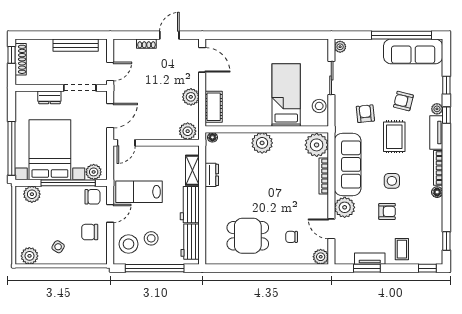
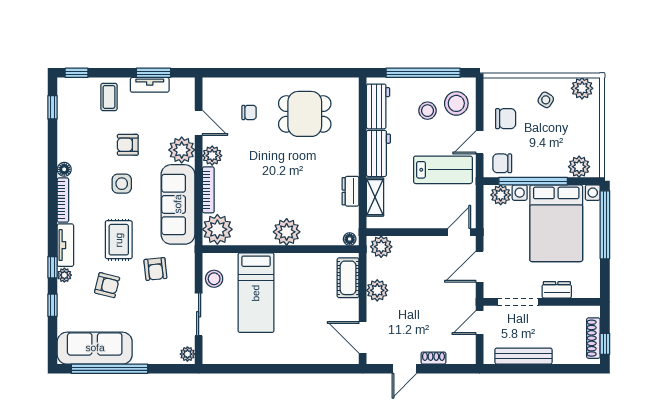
plant: (321, 257) -> (212, 156), moved

